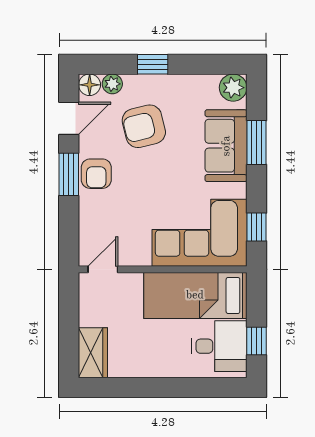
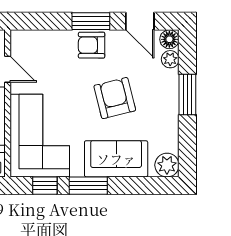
window: (153, 64) -> (187, 95), width x1.50
armchair: (144, 126) -> (115, 98), moved
window: (256, 142) -> (88, 186), moved
door: (103, 269) -> (8, 69), moved

